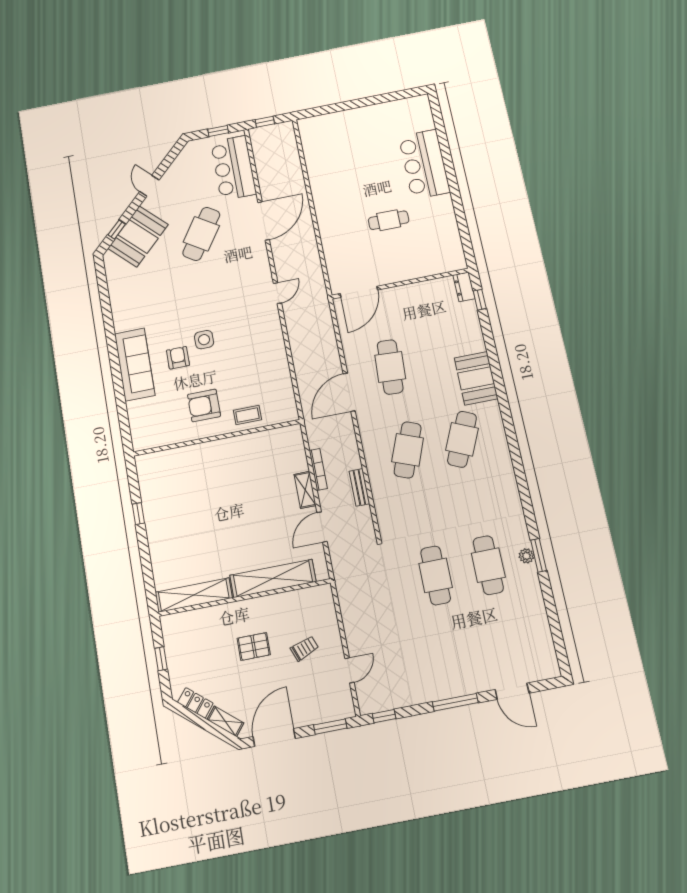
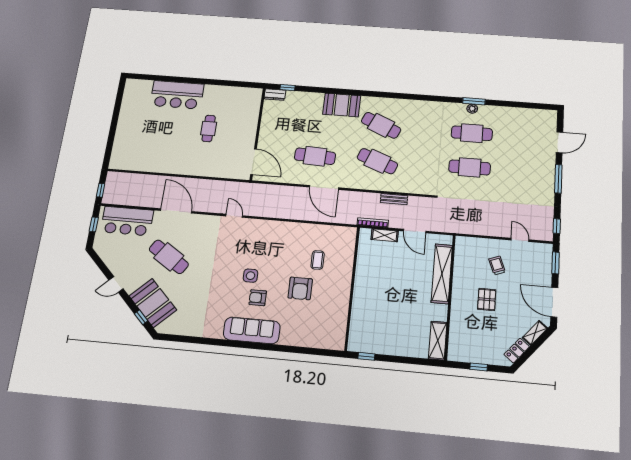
wall: (217, 438) -> (352, 288), moved
shelving: (194, 595) -> (438, 341), width x0.68

